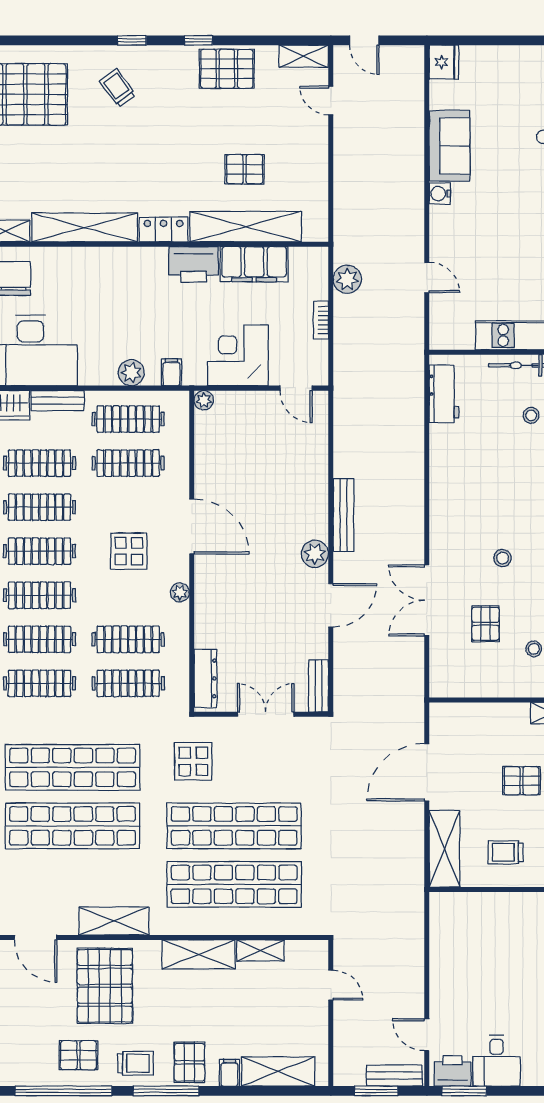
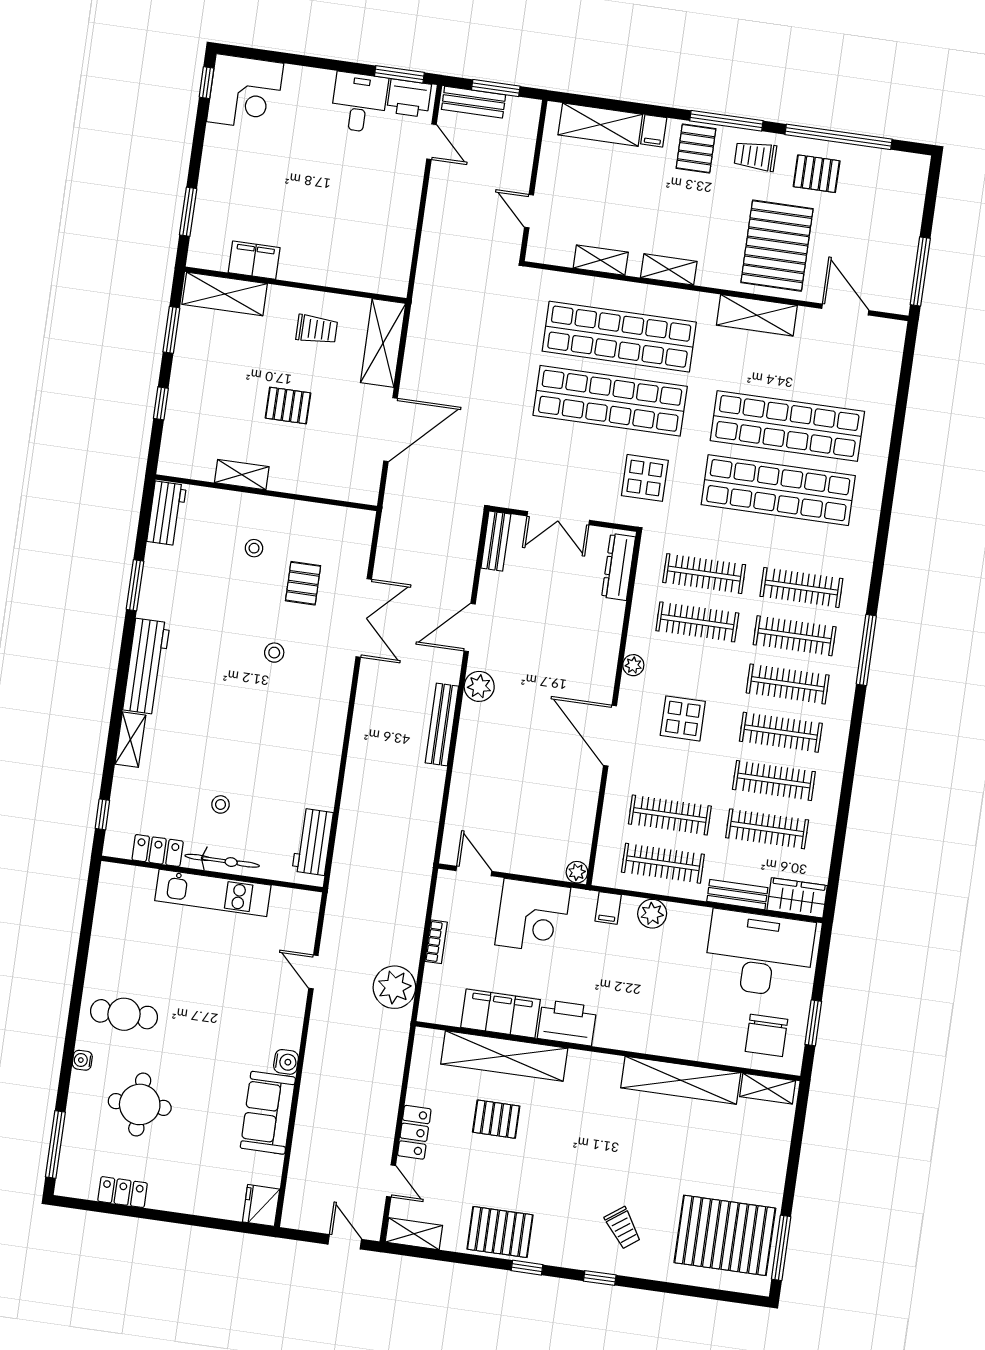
locker: (163, 230) -> (414, 1132), moved, turned -90
plant: (347, 279) -> (394, 987), width x1.36, depth x1.36
shelving: (198, 954) -> (669, 269), width x0.67, depth x0.75

